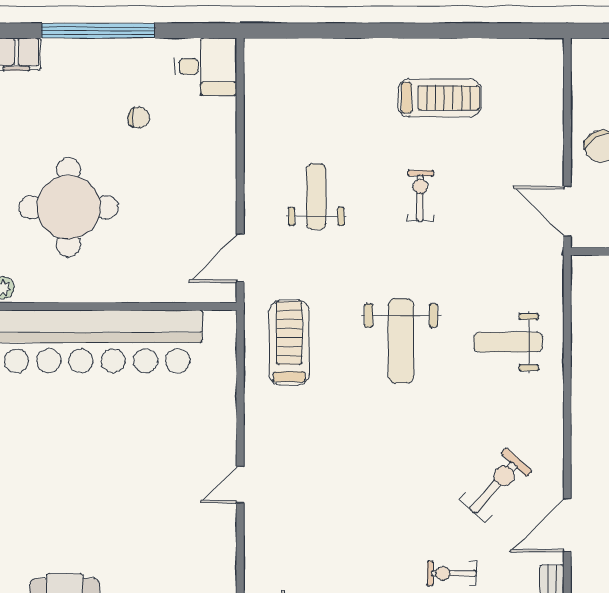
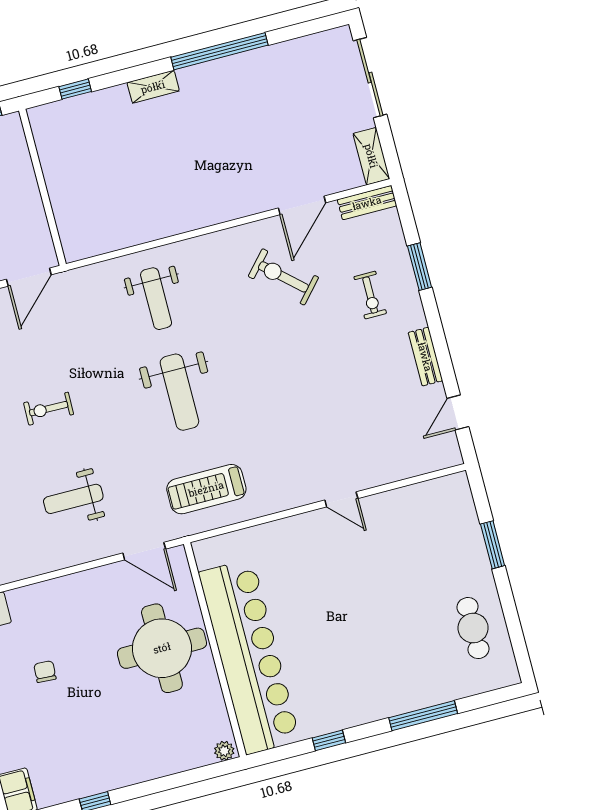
round table: (68, 207) -> (162, 648), moved
weight bench: (401, 341) -> (179, 392), turned 90
door: (567, 525) -> (302, 205), hinge flipped

